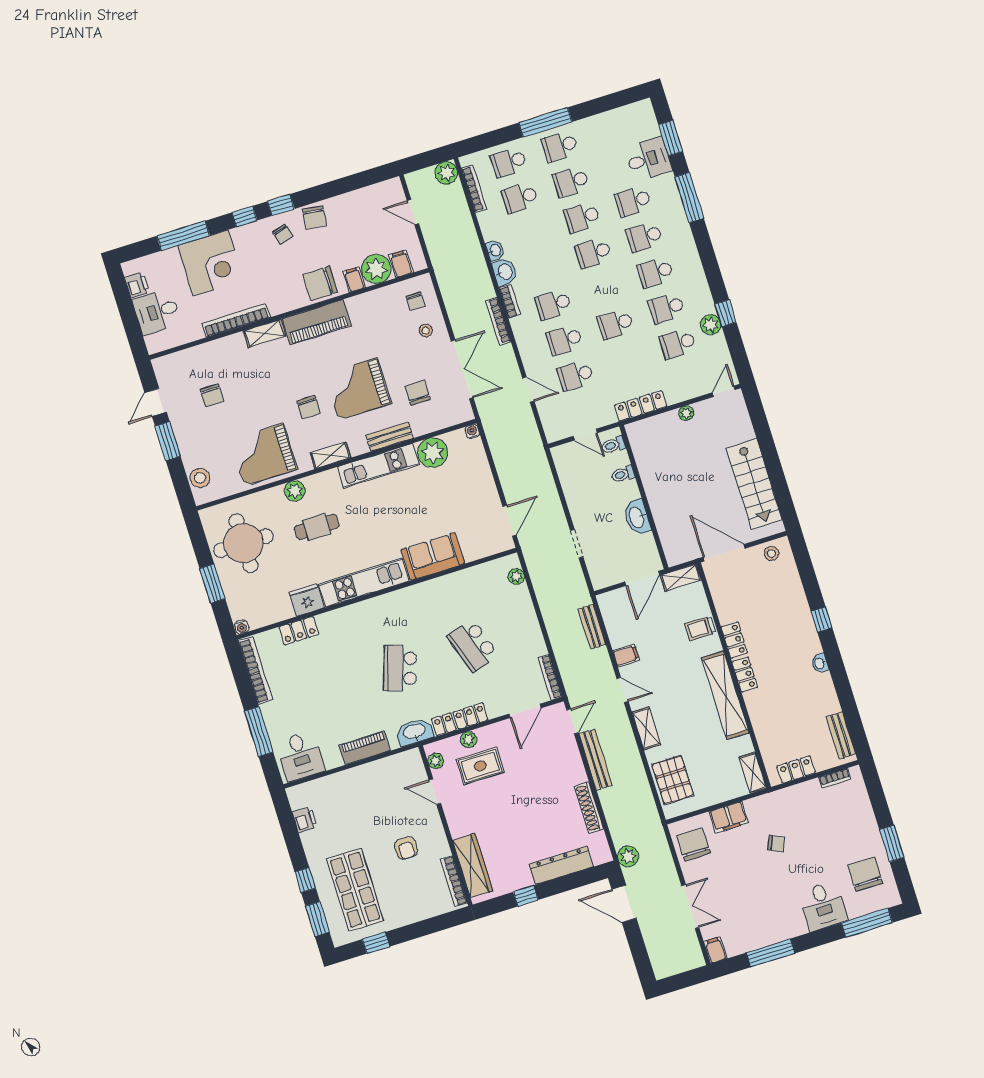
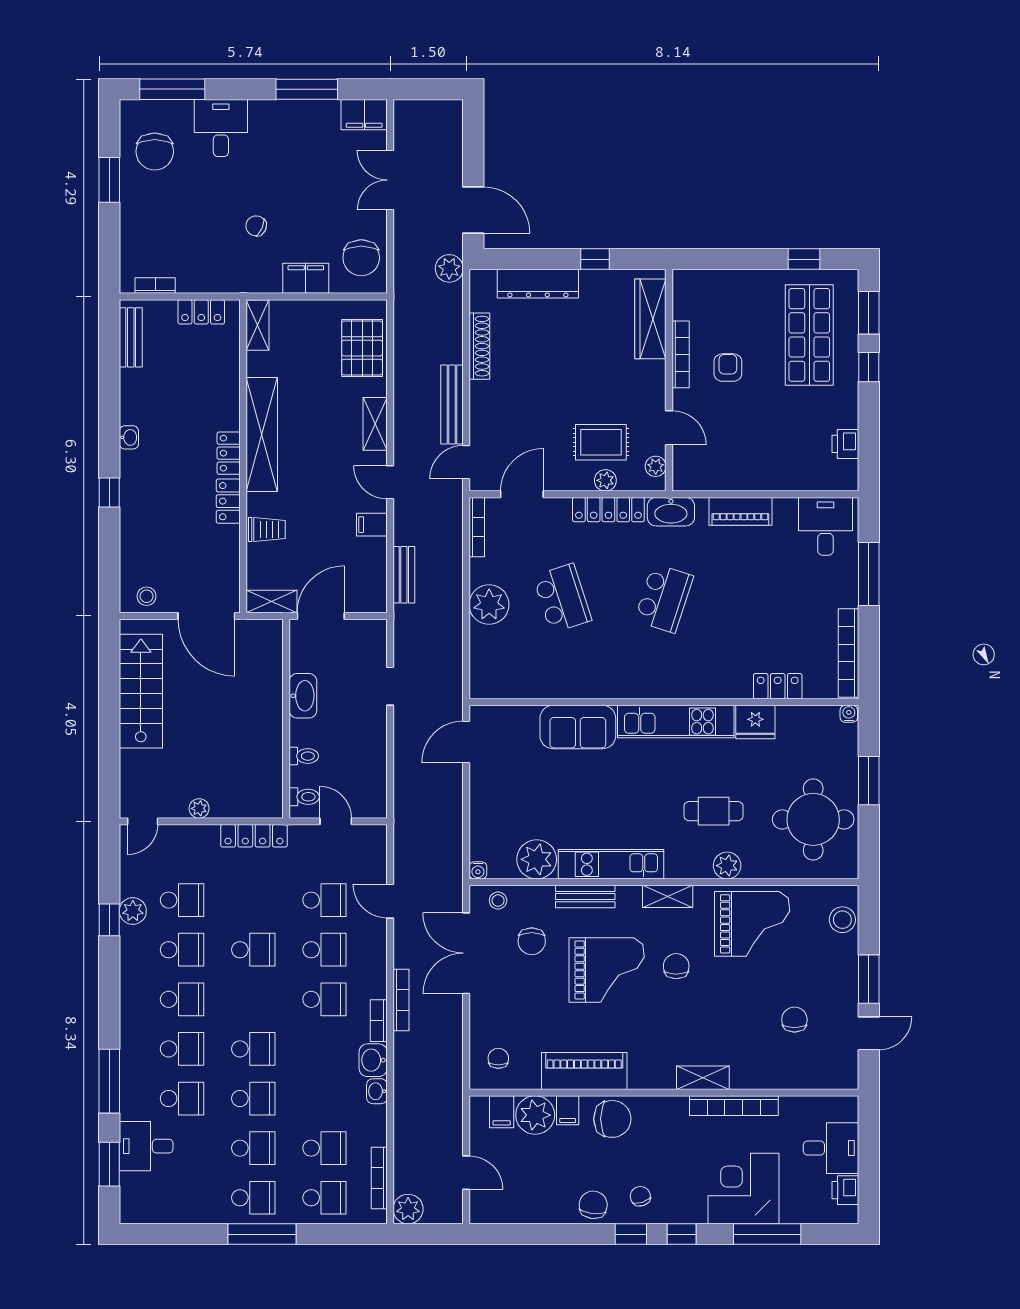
piano: (317, 322) -> (584, 1071), moved
stool: (426, 331) -> (498, 901), moved
plant: (516, 576) -> (489, 605), moved, width x1.87, depth x1.87
bookcase: (454, 881) -> (681, 354), moved
filing cabinet: (715, 950) -> (364, 115), width x2.00

